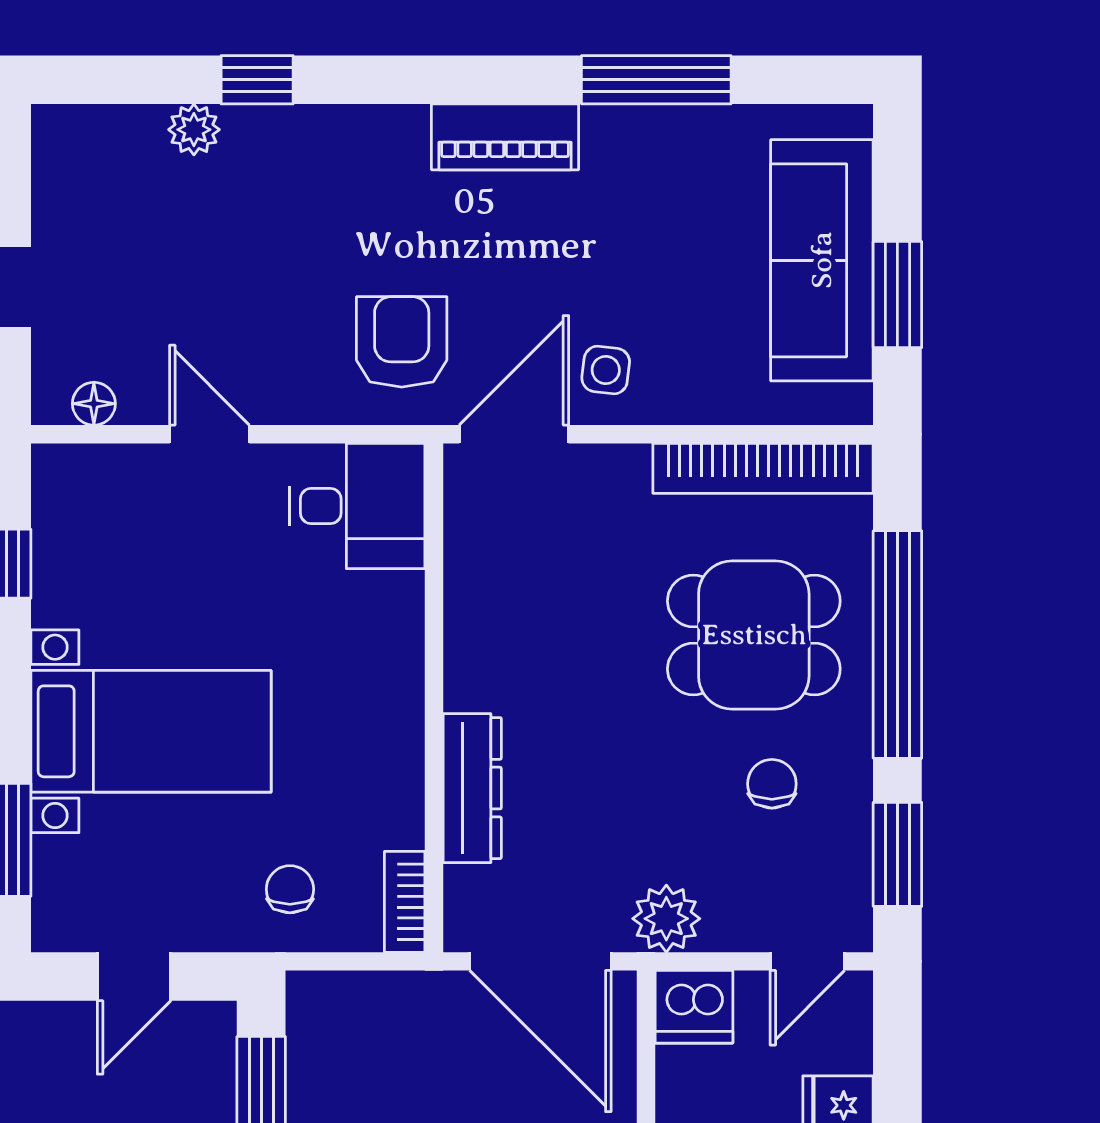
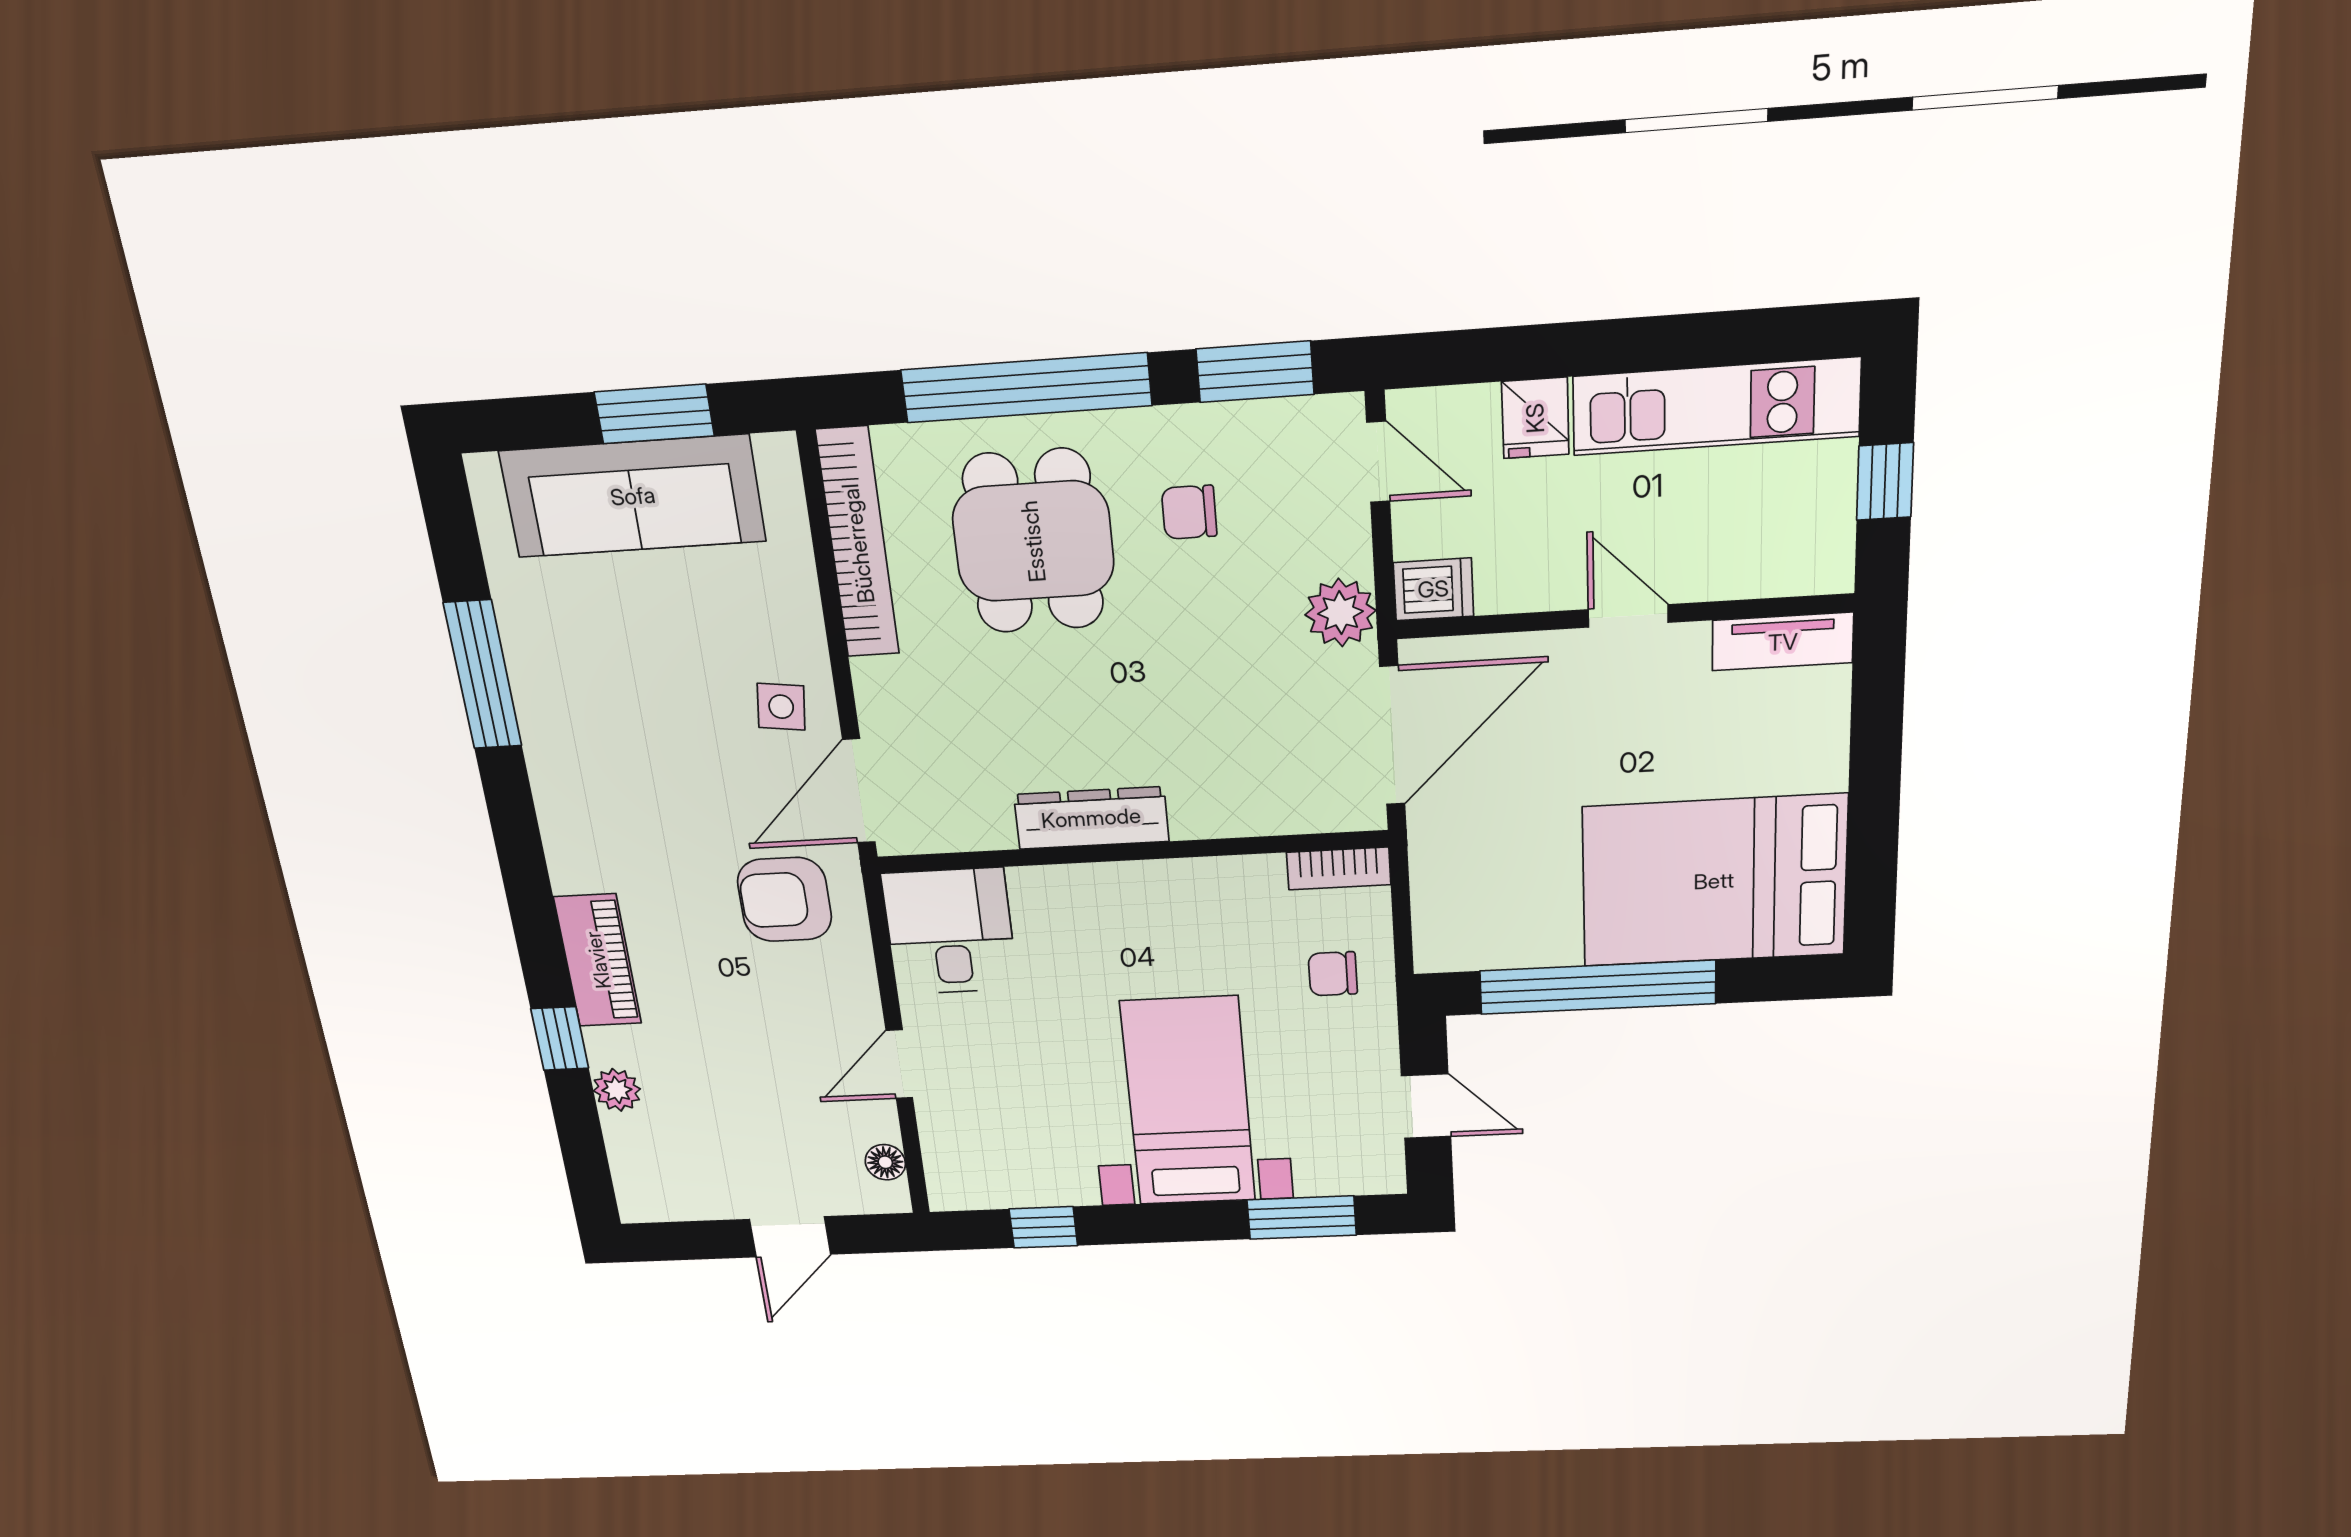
piano: (505, 137) -> (598, 960), moved
door: (514, 434) -> (859, 791), hinge flipped
dresser: (472, 788) -> (1091, 818), moved
dishwasher: (694, 1007) -> (1433, 589), width x0.73

